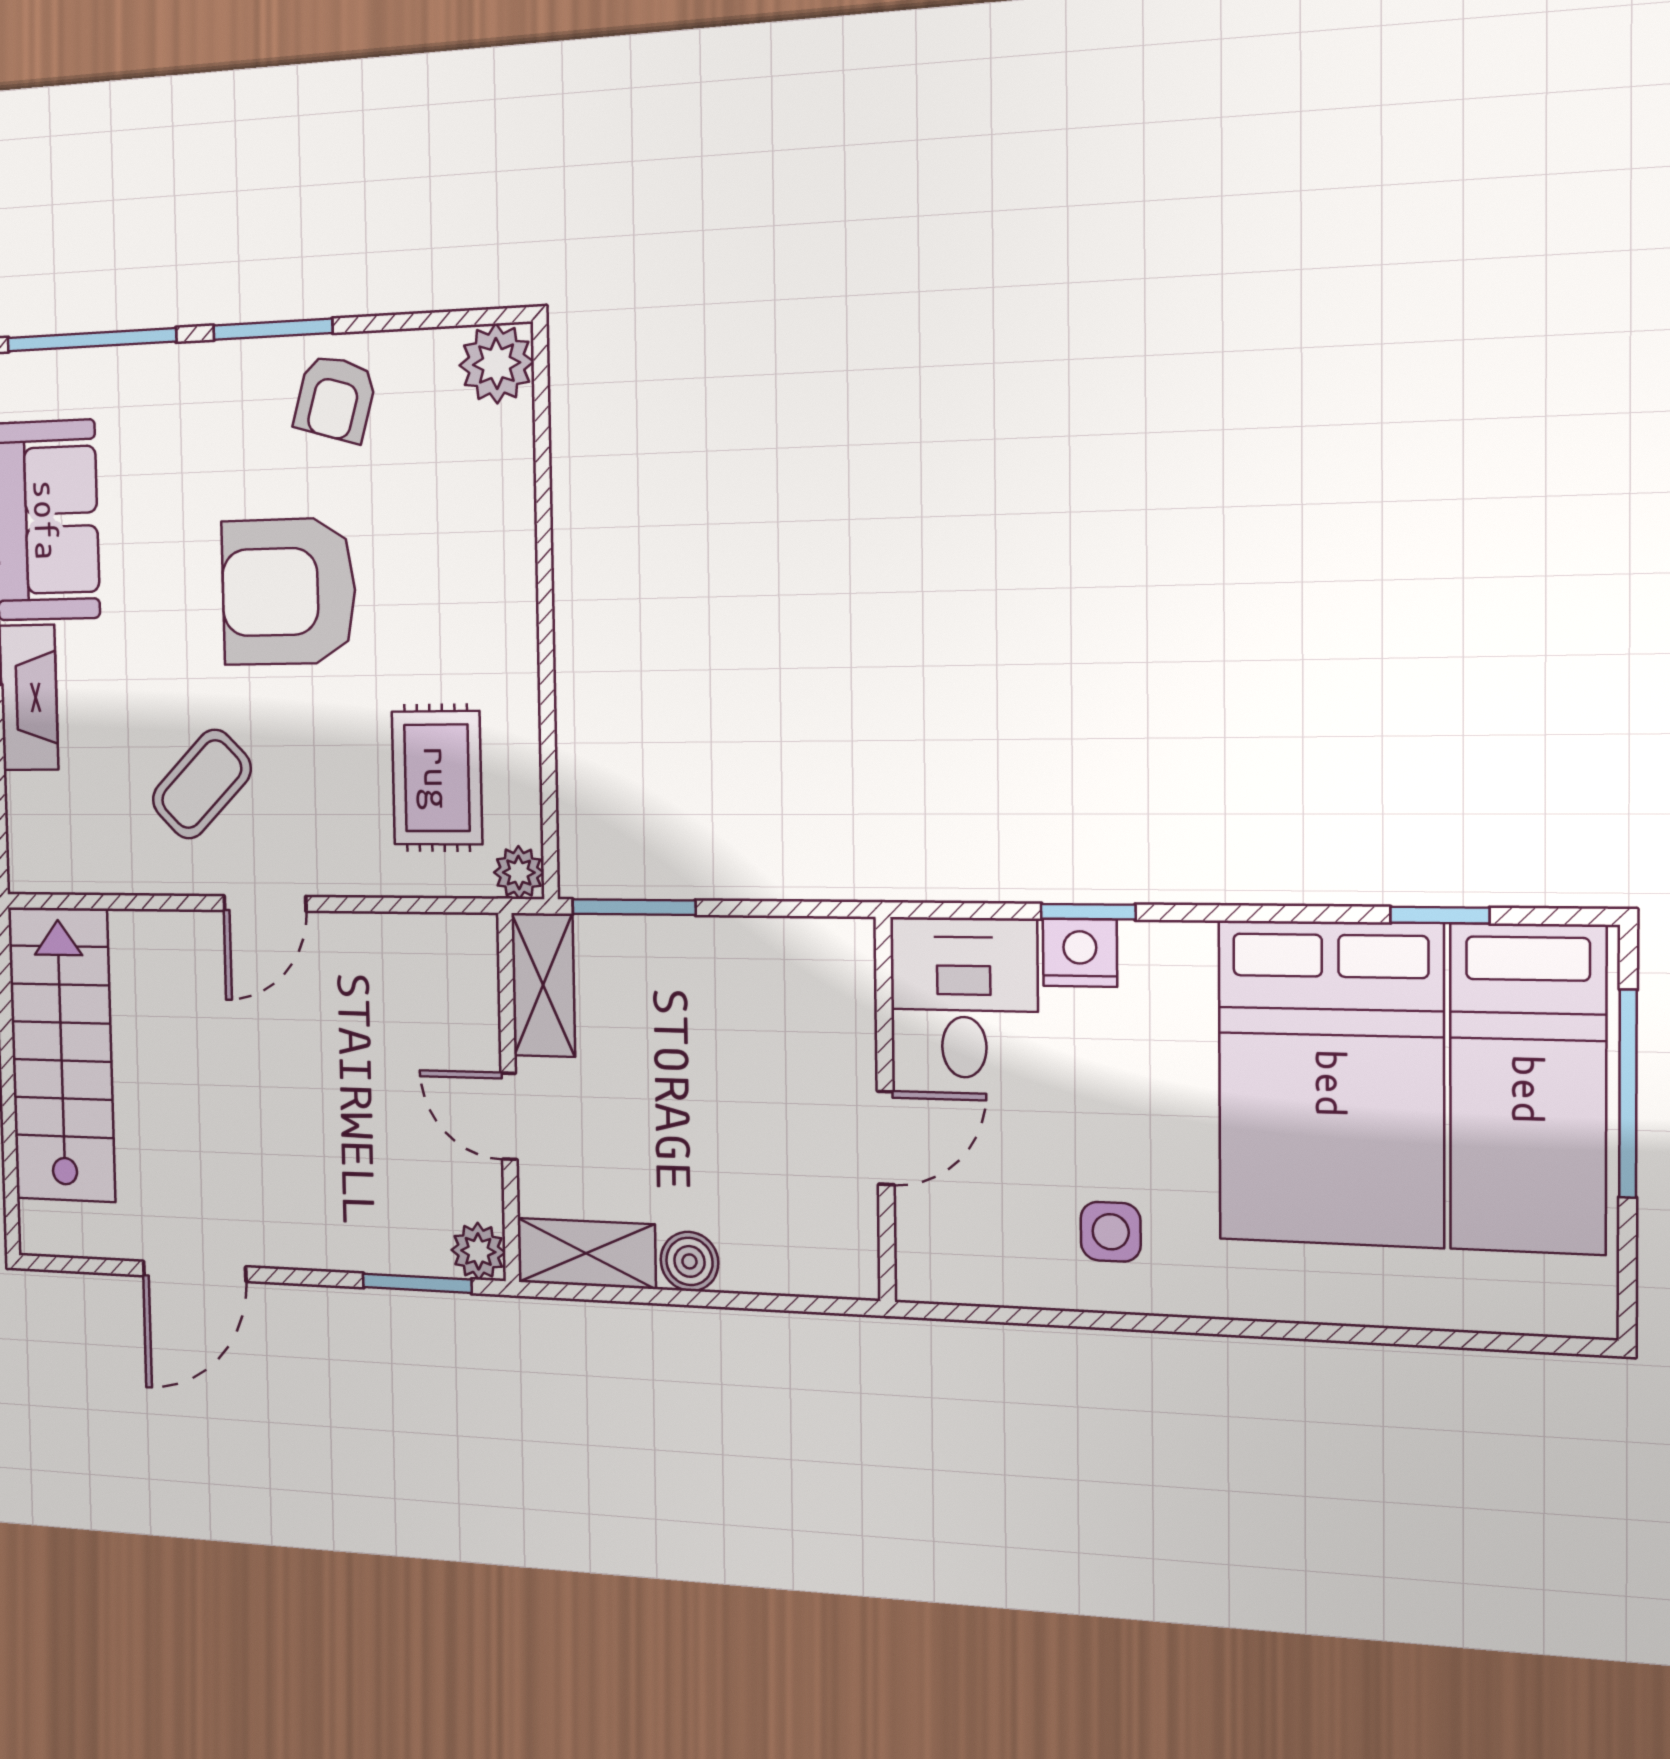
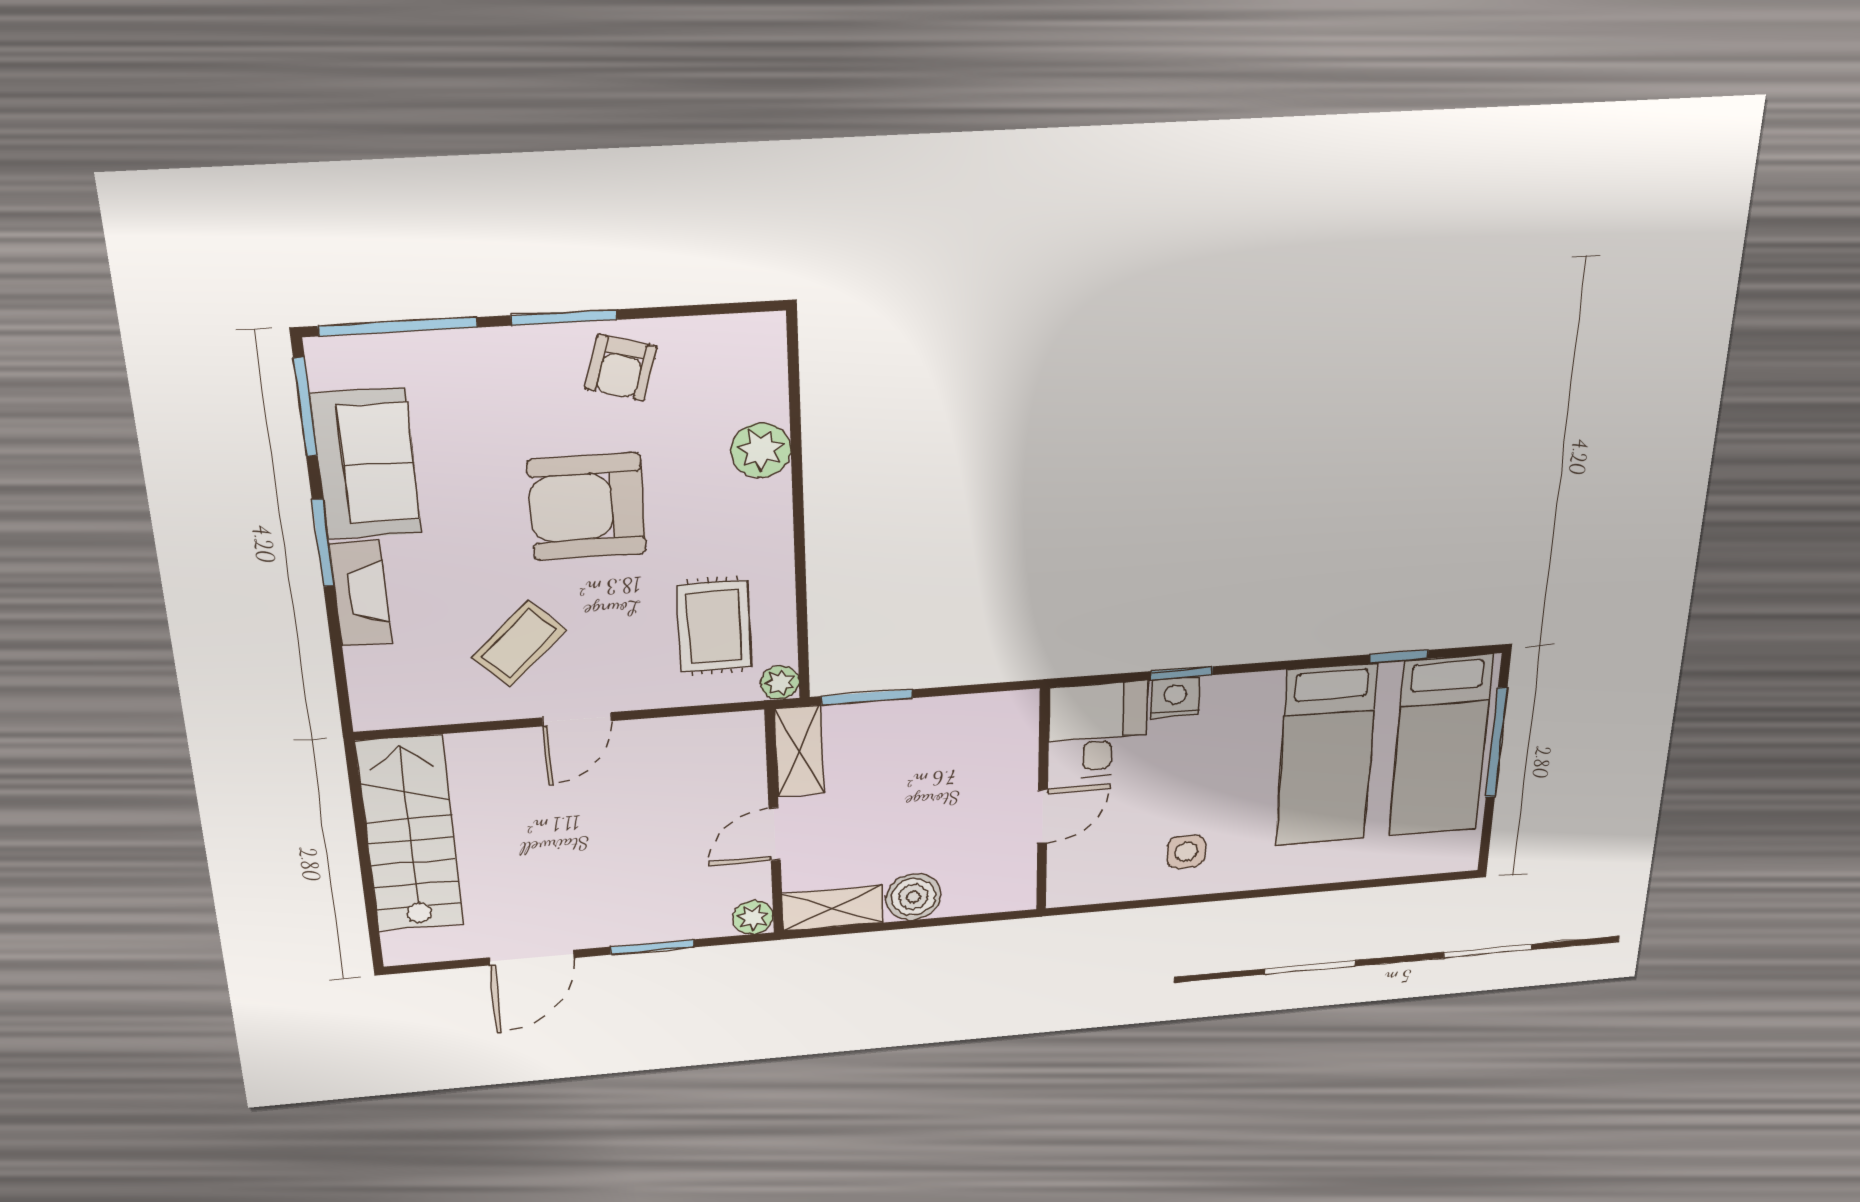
plant: (497, 364) -> (761, 450), moved
bed: (1331, 1083) -> (1326, 755), width x0.67
door: (509, 1116) -> (775, 834), hinge flipped
boiler: (689, 1261) -> (914, 897), width x1.36, depth x1.36
window: (417, 1283) -> (652, 947), moved

